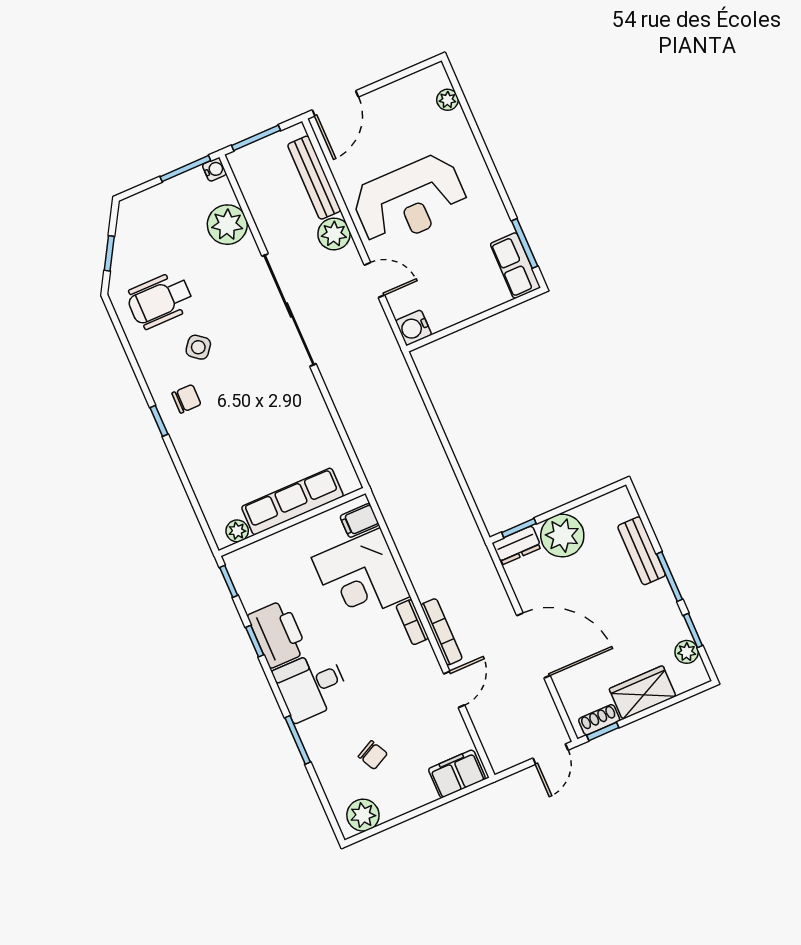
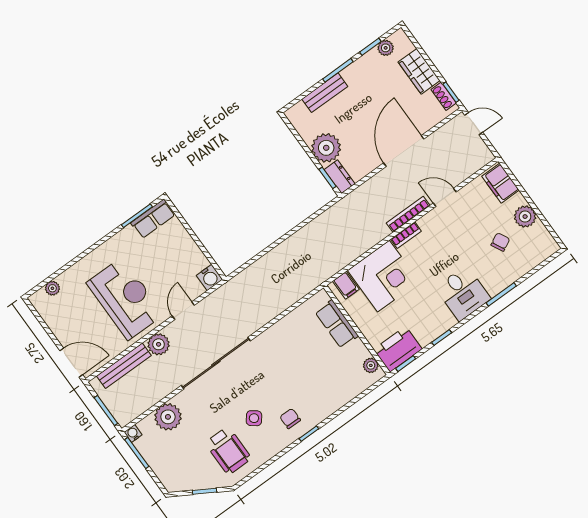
row of seats: (292, 501) -> (337, 324), width x0.68
printer: (278, 634) -> (398, 349), moved
plant: (363, 815) -> (525, 217), moved

